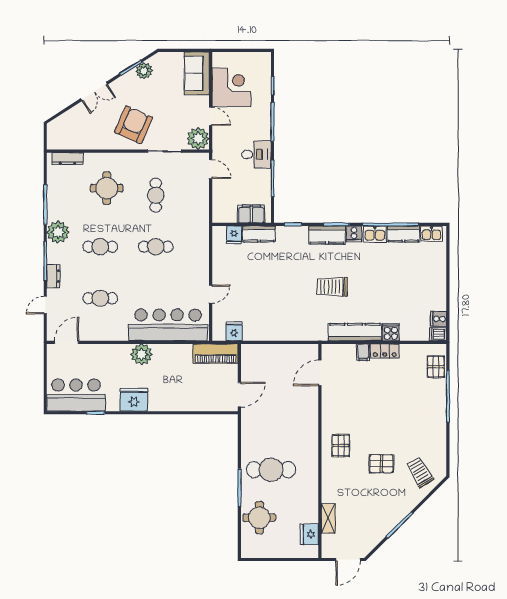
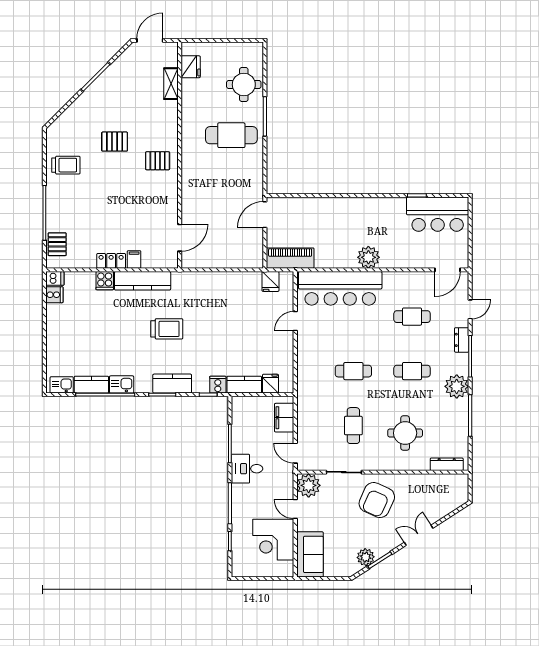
filing cabinet: (251, 214) -> (284, 418), moved, turned 90
cooker: (354, 234) -> (218, 385), moved
fridge: (134, 400) -> (376, 209), removed
pallet: (341, 446) -> (158, 161), turned 90
trolley: (420, 472) -> (66, 165), moved, turned -59

